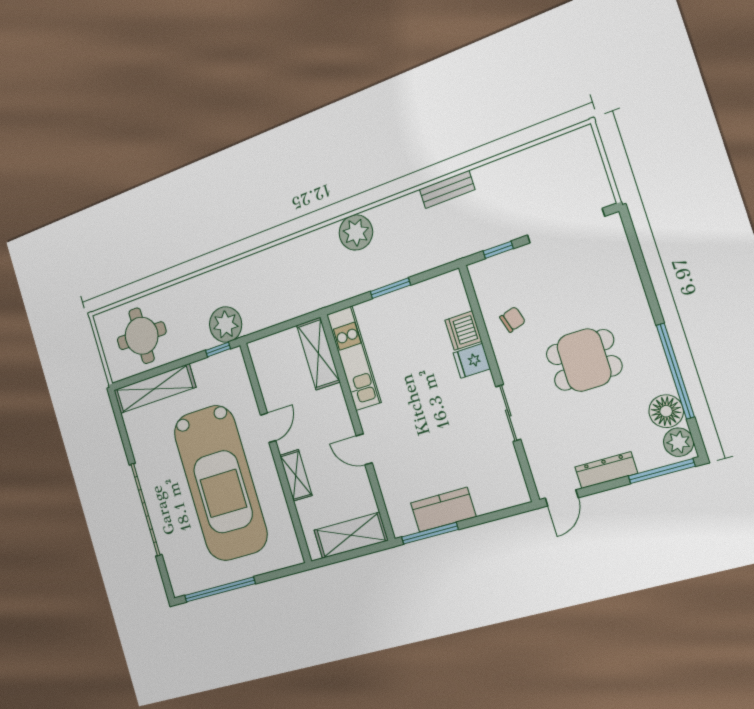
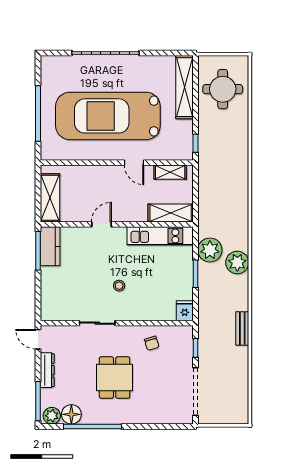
plant: (226, 324) -> (210, 250), moved
dishwasher: (463, 331) -> (155, 311), removed
fridge: (472, 361) -> (185, 311), moved
stool: (442, 397) -> (119, 286), added
shelving: (296, 475) -> (170, 172), moved
kitchen counter: (443, 510) -> (50, 246), moved
window: (220, 590) -> (38, 114), moved

